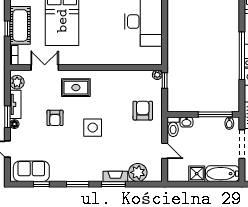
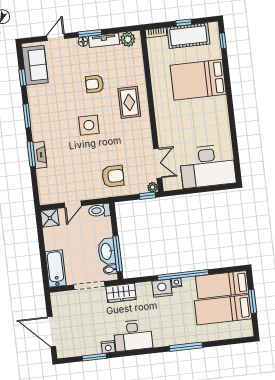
double door: (45, 68) -> (158, 163), moved
washbasin: (186, 122) -> (107, 251), moved, width x1.91, depth x1.45
plant: (138, 172) -> (47, 178), removed
shower: (197, 174) -> (50, 218), moved

